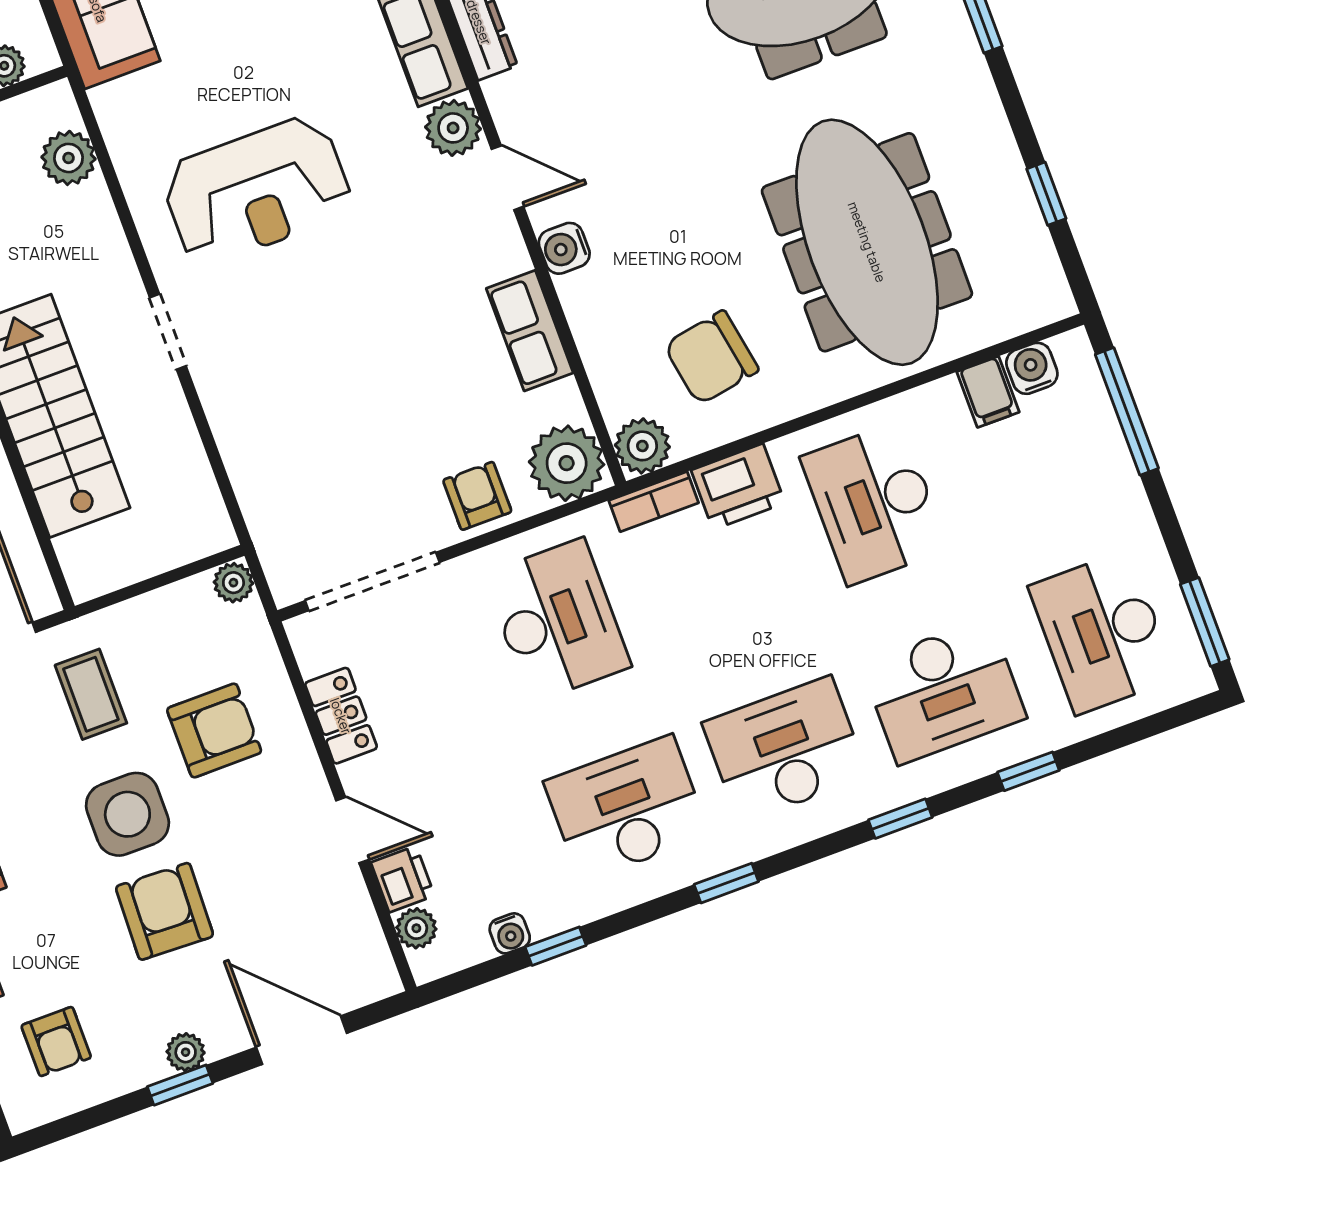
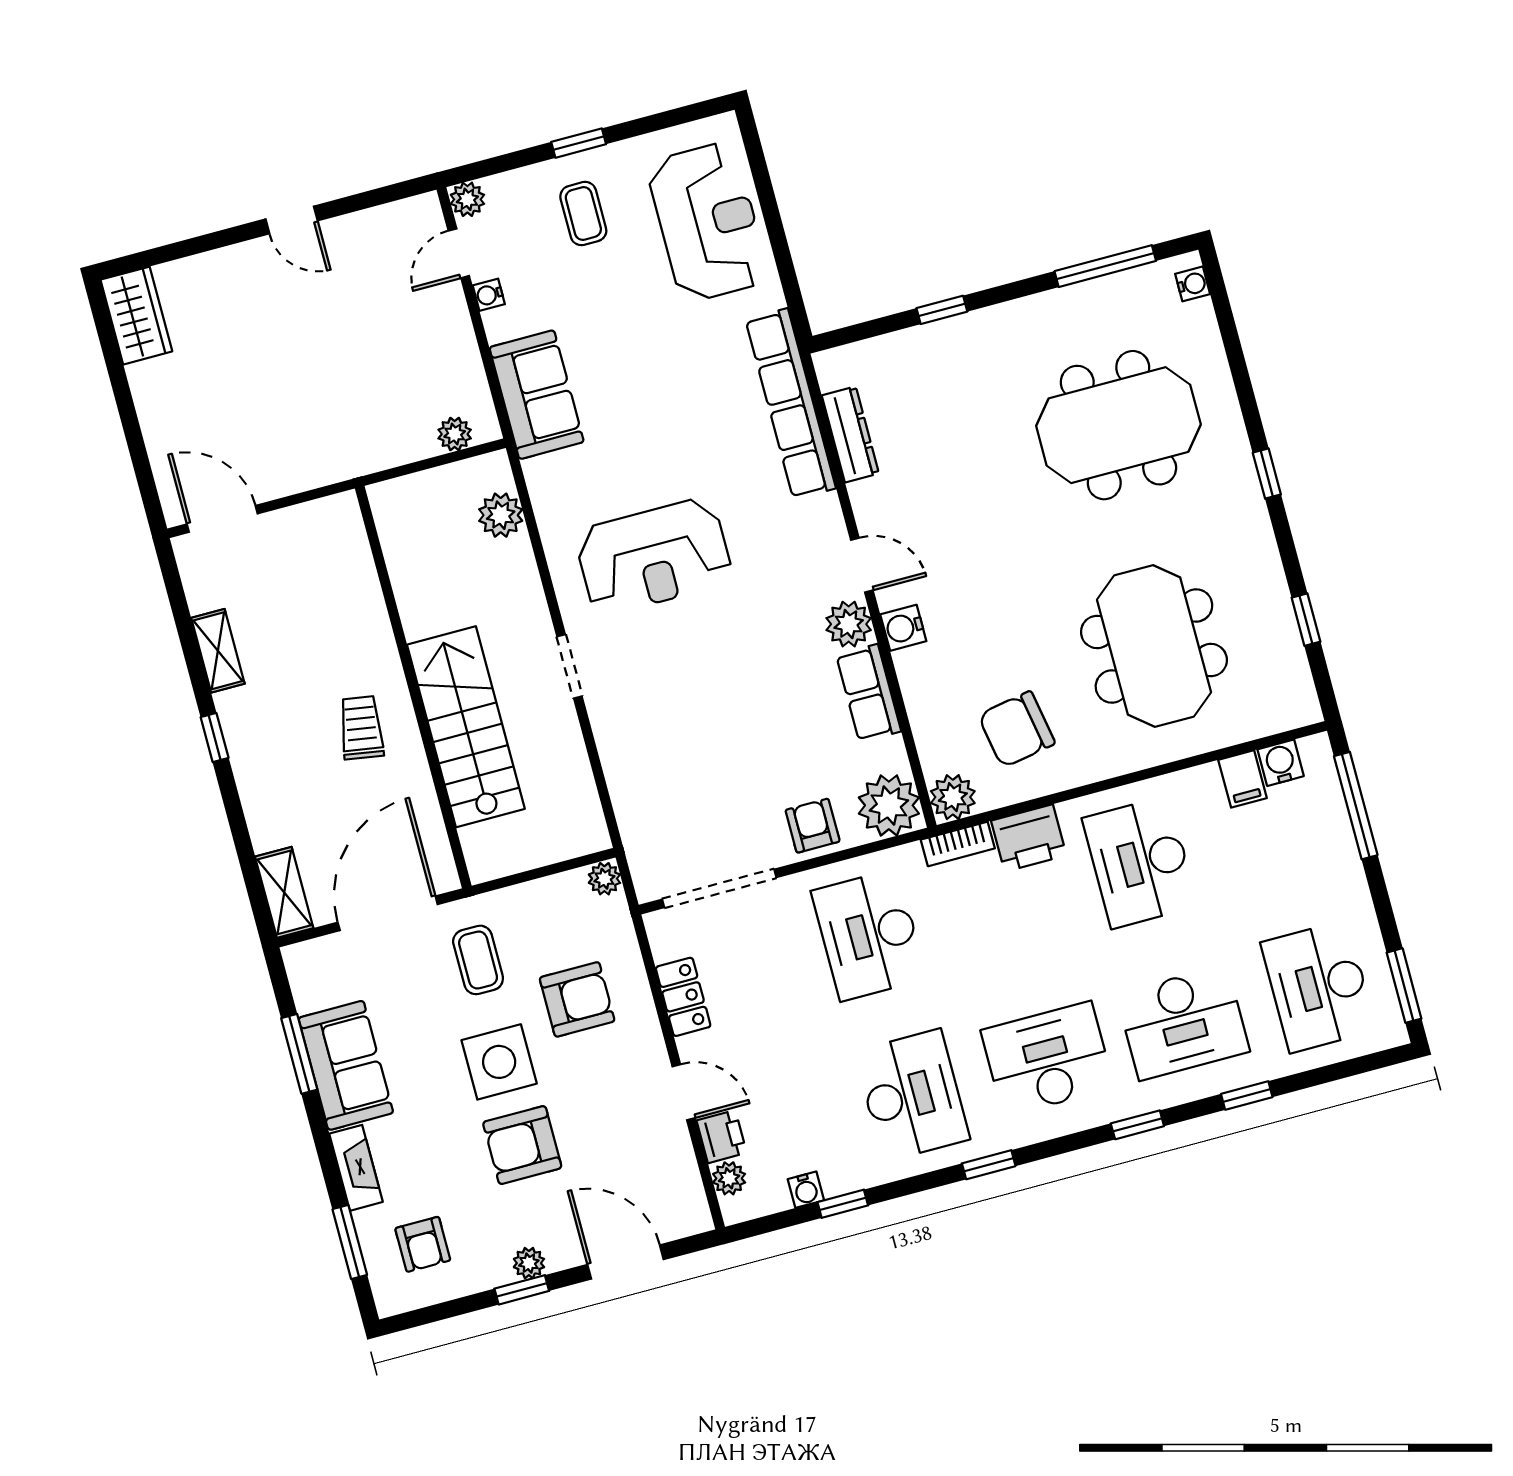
plant: (453, 128) -> (849, 624), moved
meeting table: (867, 242) -> (1154, 646), width x0.73
desk: (557, 620) -> (869, 935), turned 180
desk: (627, 808) -> (912, 1095), turned 90
armchair: (164, 911) -> (522, 1145), turned -92

